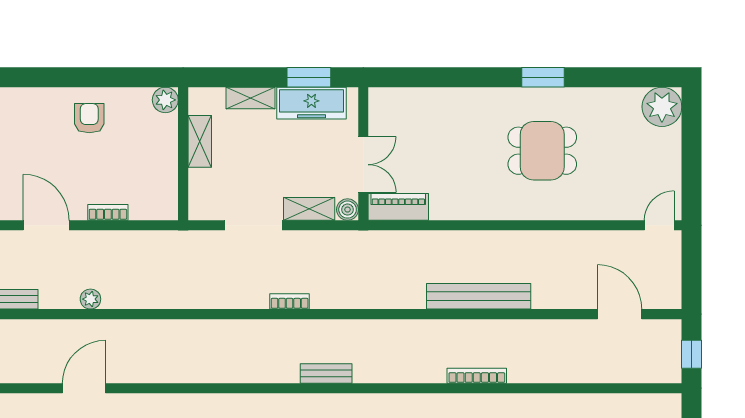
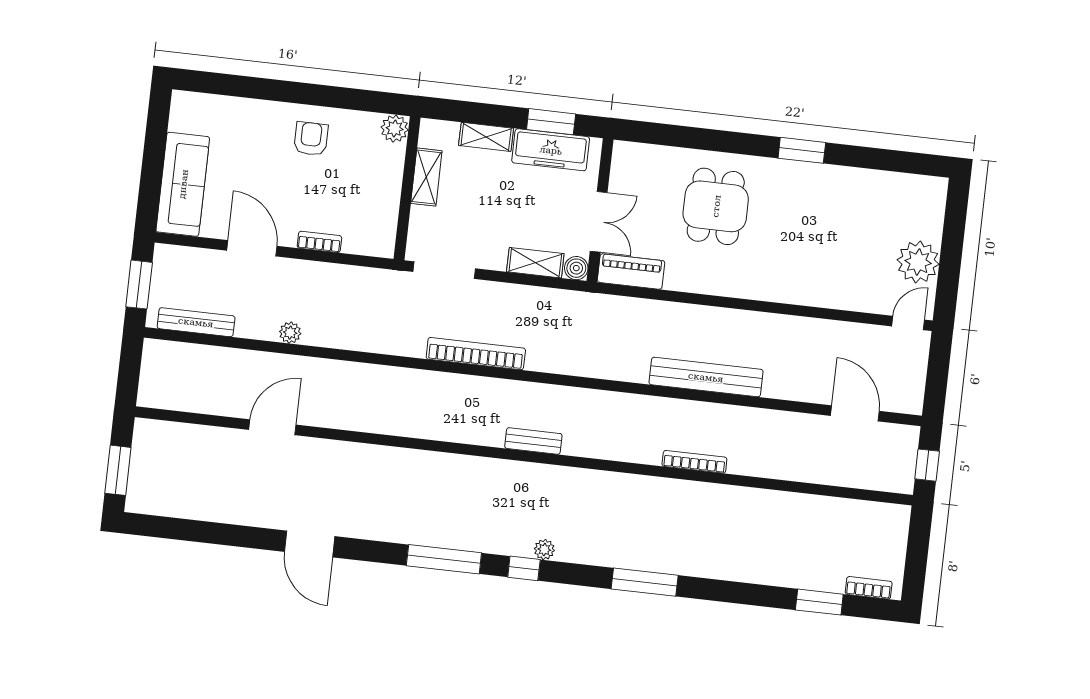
plant: (662, 107) -> (918, 262), moved
dining table: (542, 151) -> (716, 206), moved, turned 90
doorway: (254, 225) -> (444, 270), moved
bookcase: (290, 301) -> (476, 354), width x2.31, depth x1.31

